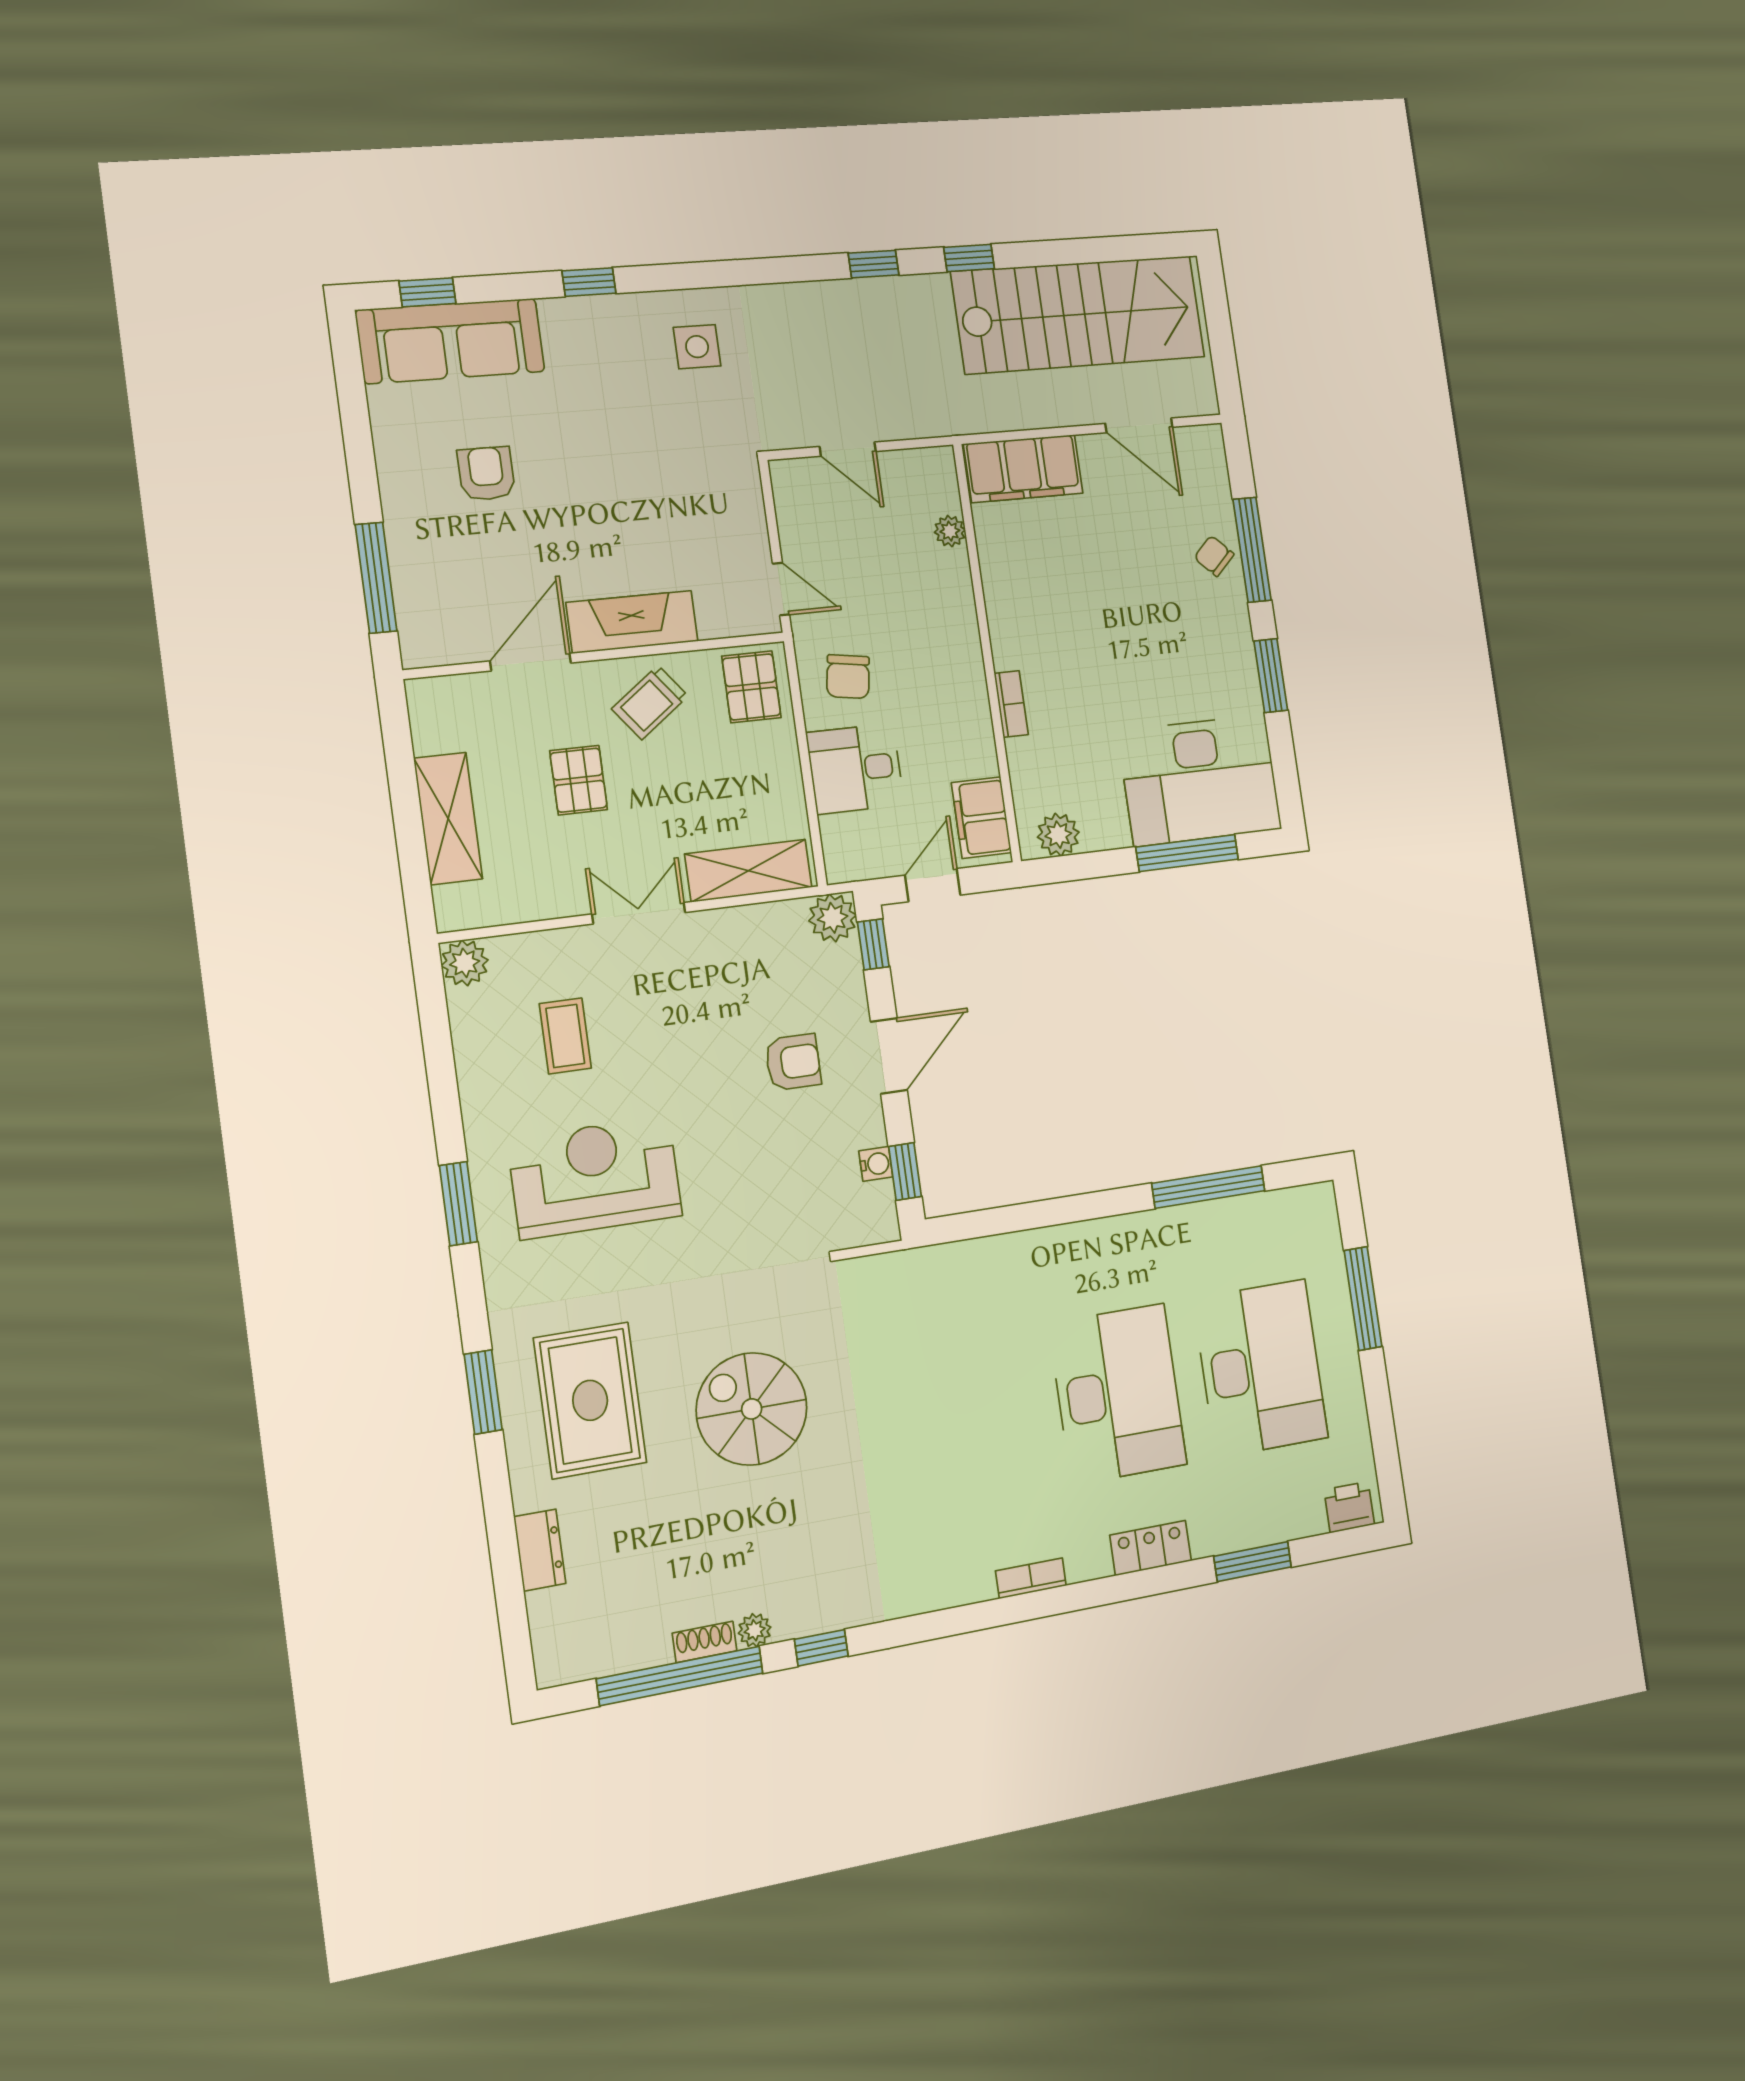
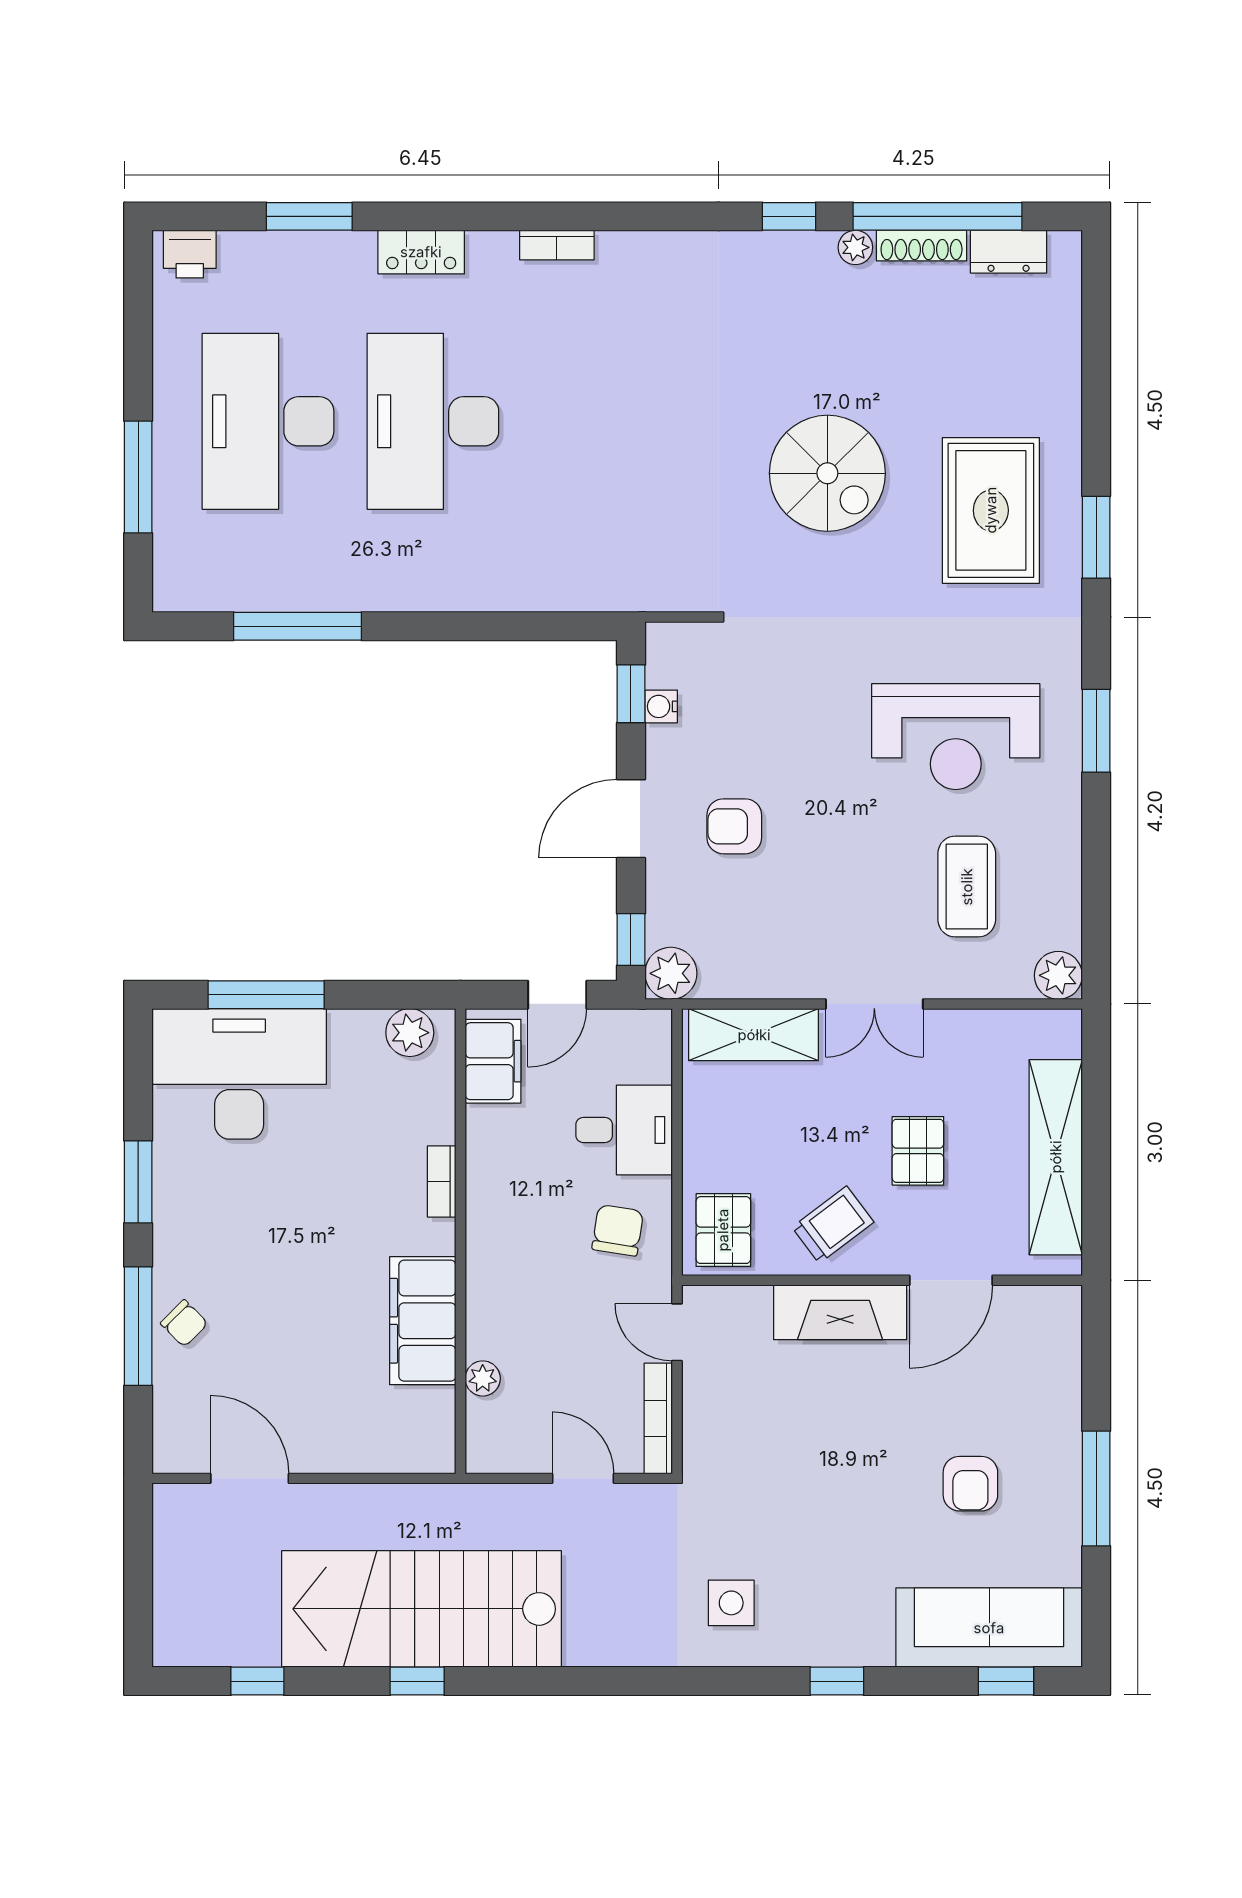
window: (874, 264) -> (257, 1681), moved
stairs: (1079, 315) -> (422, 1609), moved
filing cabinet: (1023, 469) -> (423, 1321), moved, turned -90
bookcase: (787, 509) -> (658, 1418), added
window: (376, 578) -> (1096, 1489), moved
shelving: (448, 818) -> (1056, 1157), width x1.47
coffee table: (565, 1036) -> (967, 887), width x1.36, depth x1.30
dresser: (540, 1550) -> (1009, 252), moved, turned -90
shoe rack: (705, 1642) -> (922, 246), width x1.43

